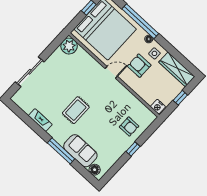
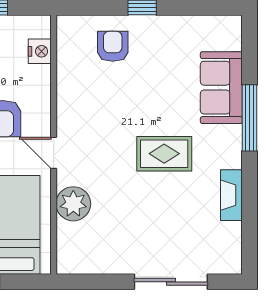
plant: (69, 46) -> (73, 204), moved
nightstand: (158, 107) -> (40, 51), moved
floor lamp: (95, 170) -> (231, 38), removed

